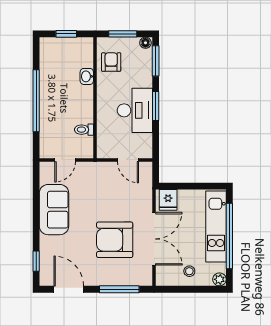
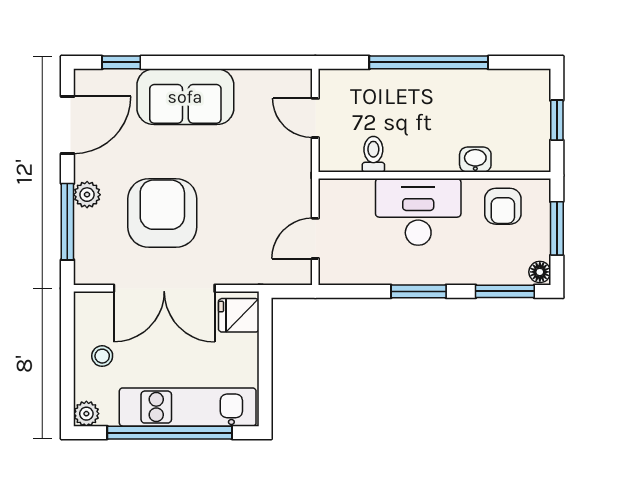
armchair: (111, 62) -> (503, 206), turned 90
desk: (135, 110) -> (418, 212), moved, turned 180
sofa: (54, 210) -> (185, 97), moved
plant: (105, 279) -> (87, 195), added

